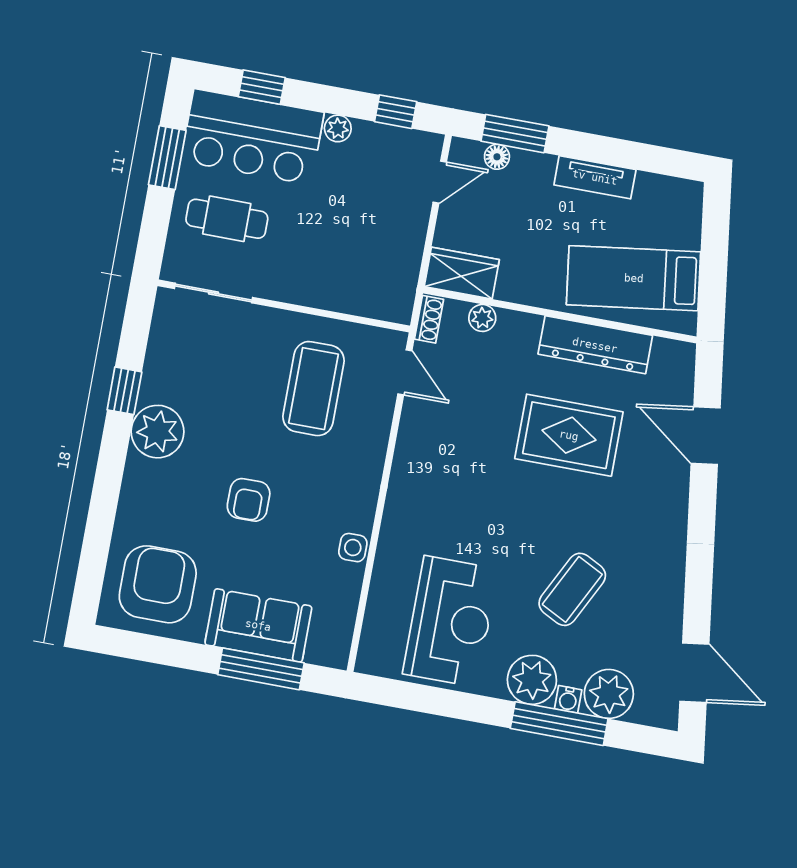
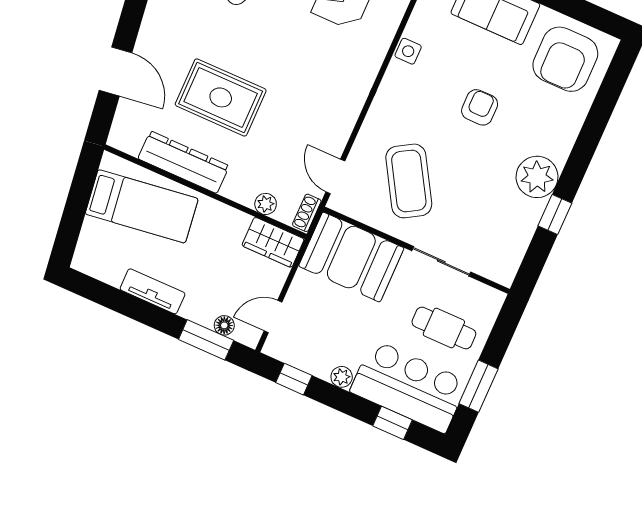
booth: (361, 278) -> (351, 257), added
sliding door: (213, 293) -> (441, 261), moved
coffee table: (313, 389) -> (409, 181), turned -31

